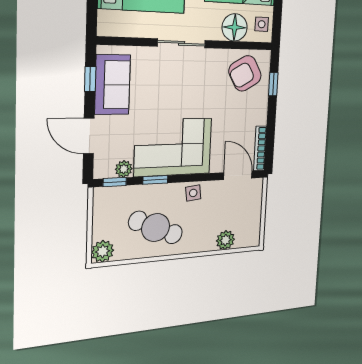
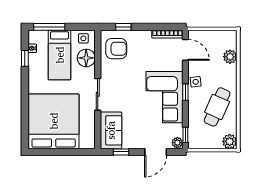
armchair: (245, 73) -> (116, 49), turned -60
sofa: (113, 85) -> (111, 130), moved, turned 90
plant: (124, 169) -> (177, 143), moved
door: (238, 175) -> (185, 50), swing flipped
window: (155, 180) -> (185, 92), moved

